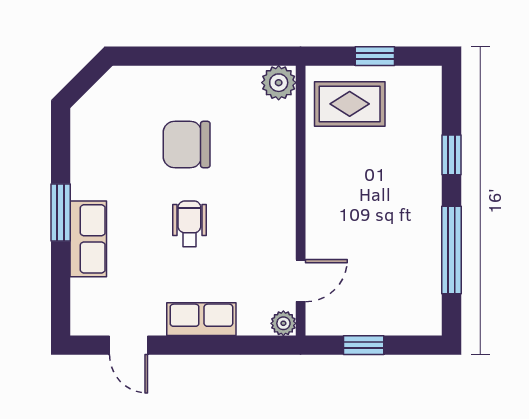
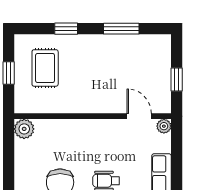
rug: (350, 104) -> (45, 68), moved
window: (451, 250) -> (121, 29), width x0.69

